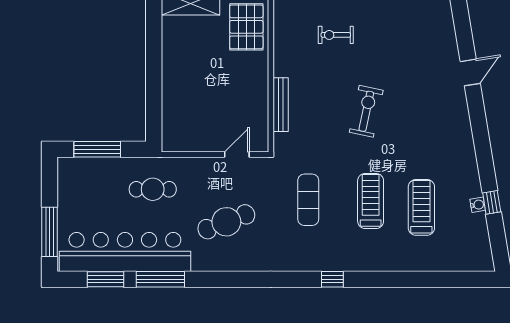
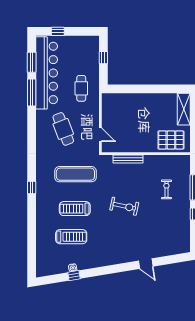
window: (97, 149) -> (103, 58), width x0.46
exercise mat: (308, 200) -> (75, 174), width x1.36, depth x1.45
treadmill: (371, 201) -> (75, 209), turned 180
window: (50, 232) -> (58, 31), width x0.46

